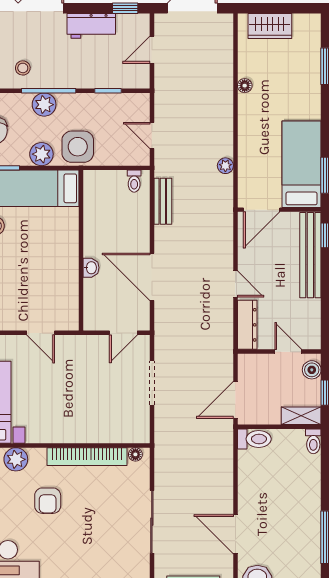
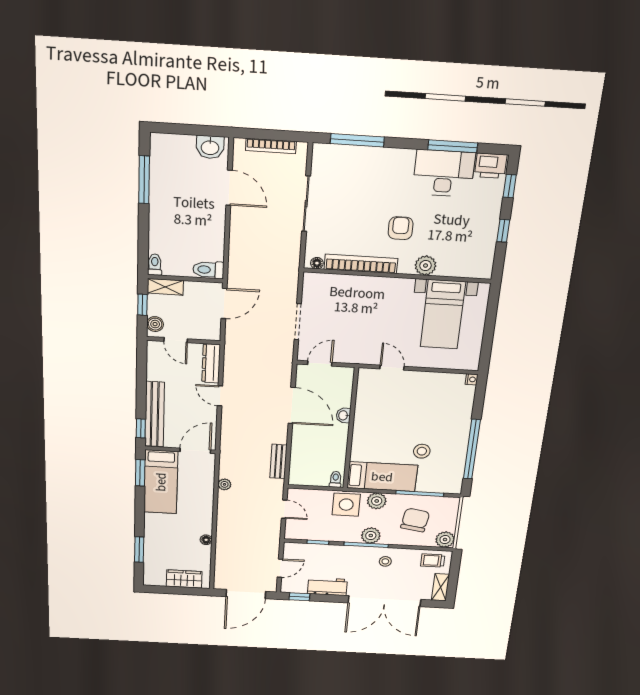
toilet: (134, 181) -> (336, 479), moved

